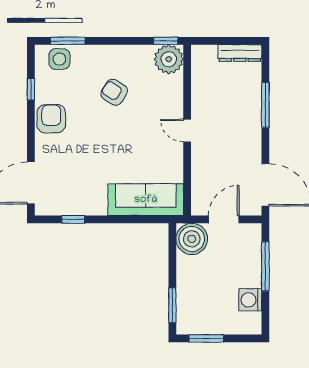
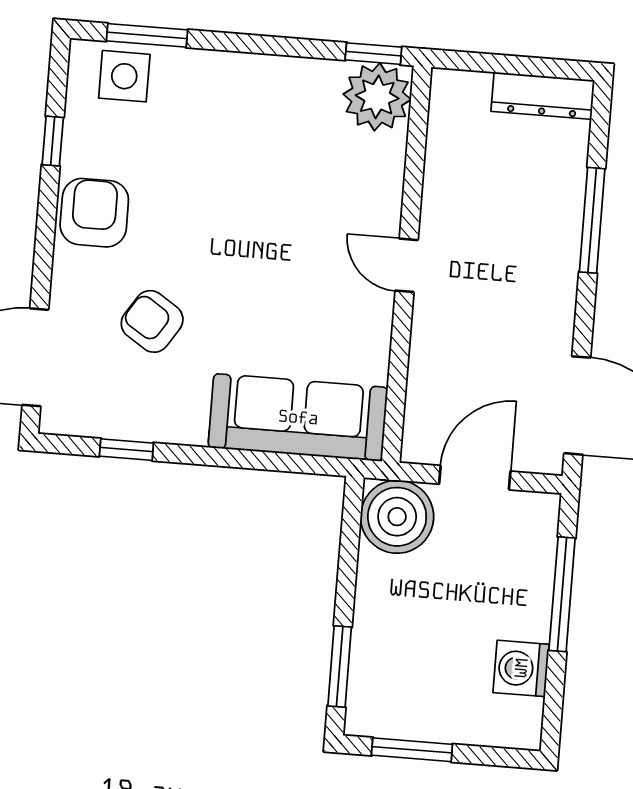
armchair: (114, 92) -> (152, 321), moved

